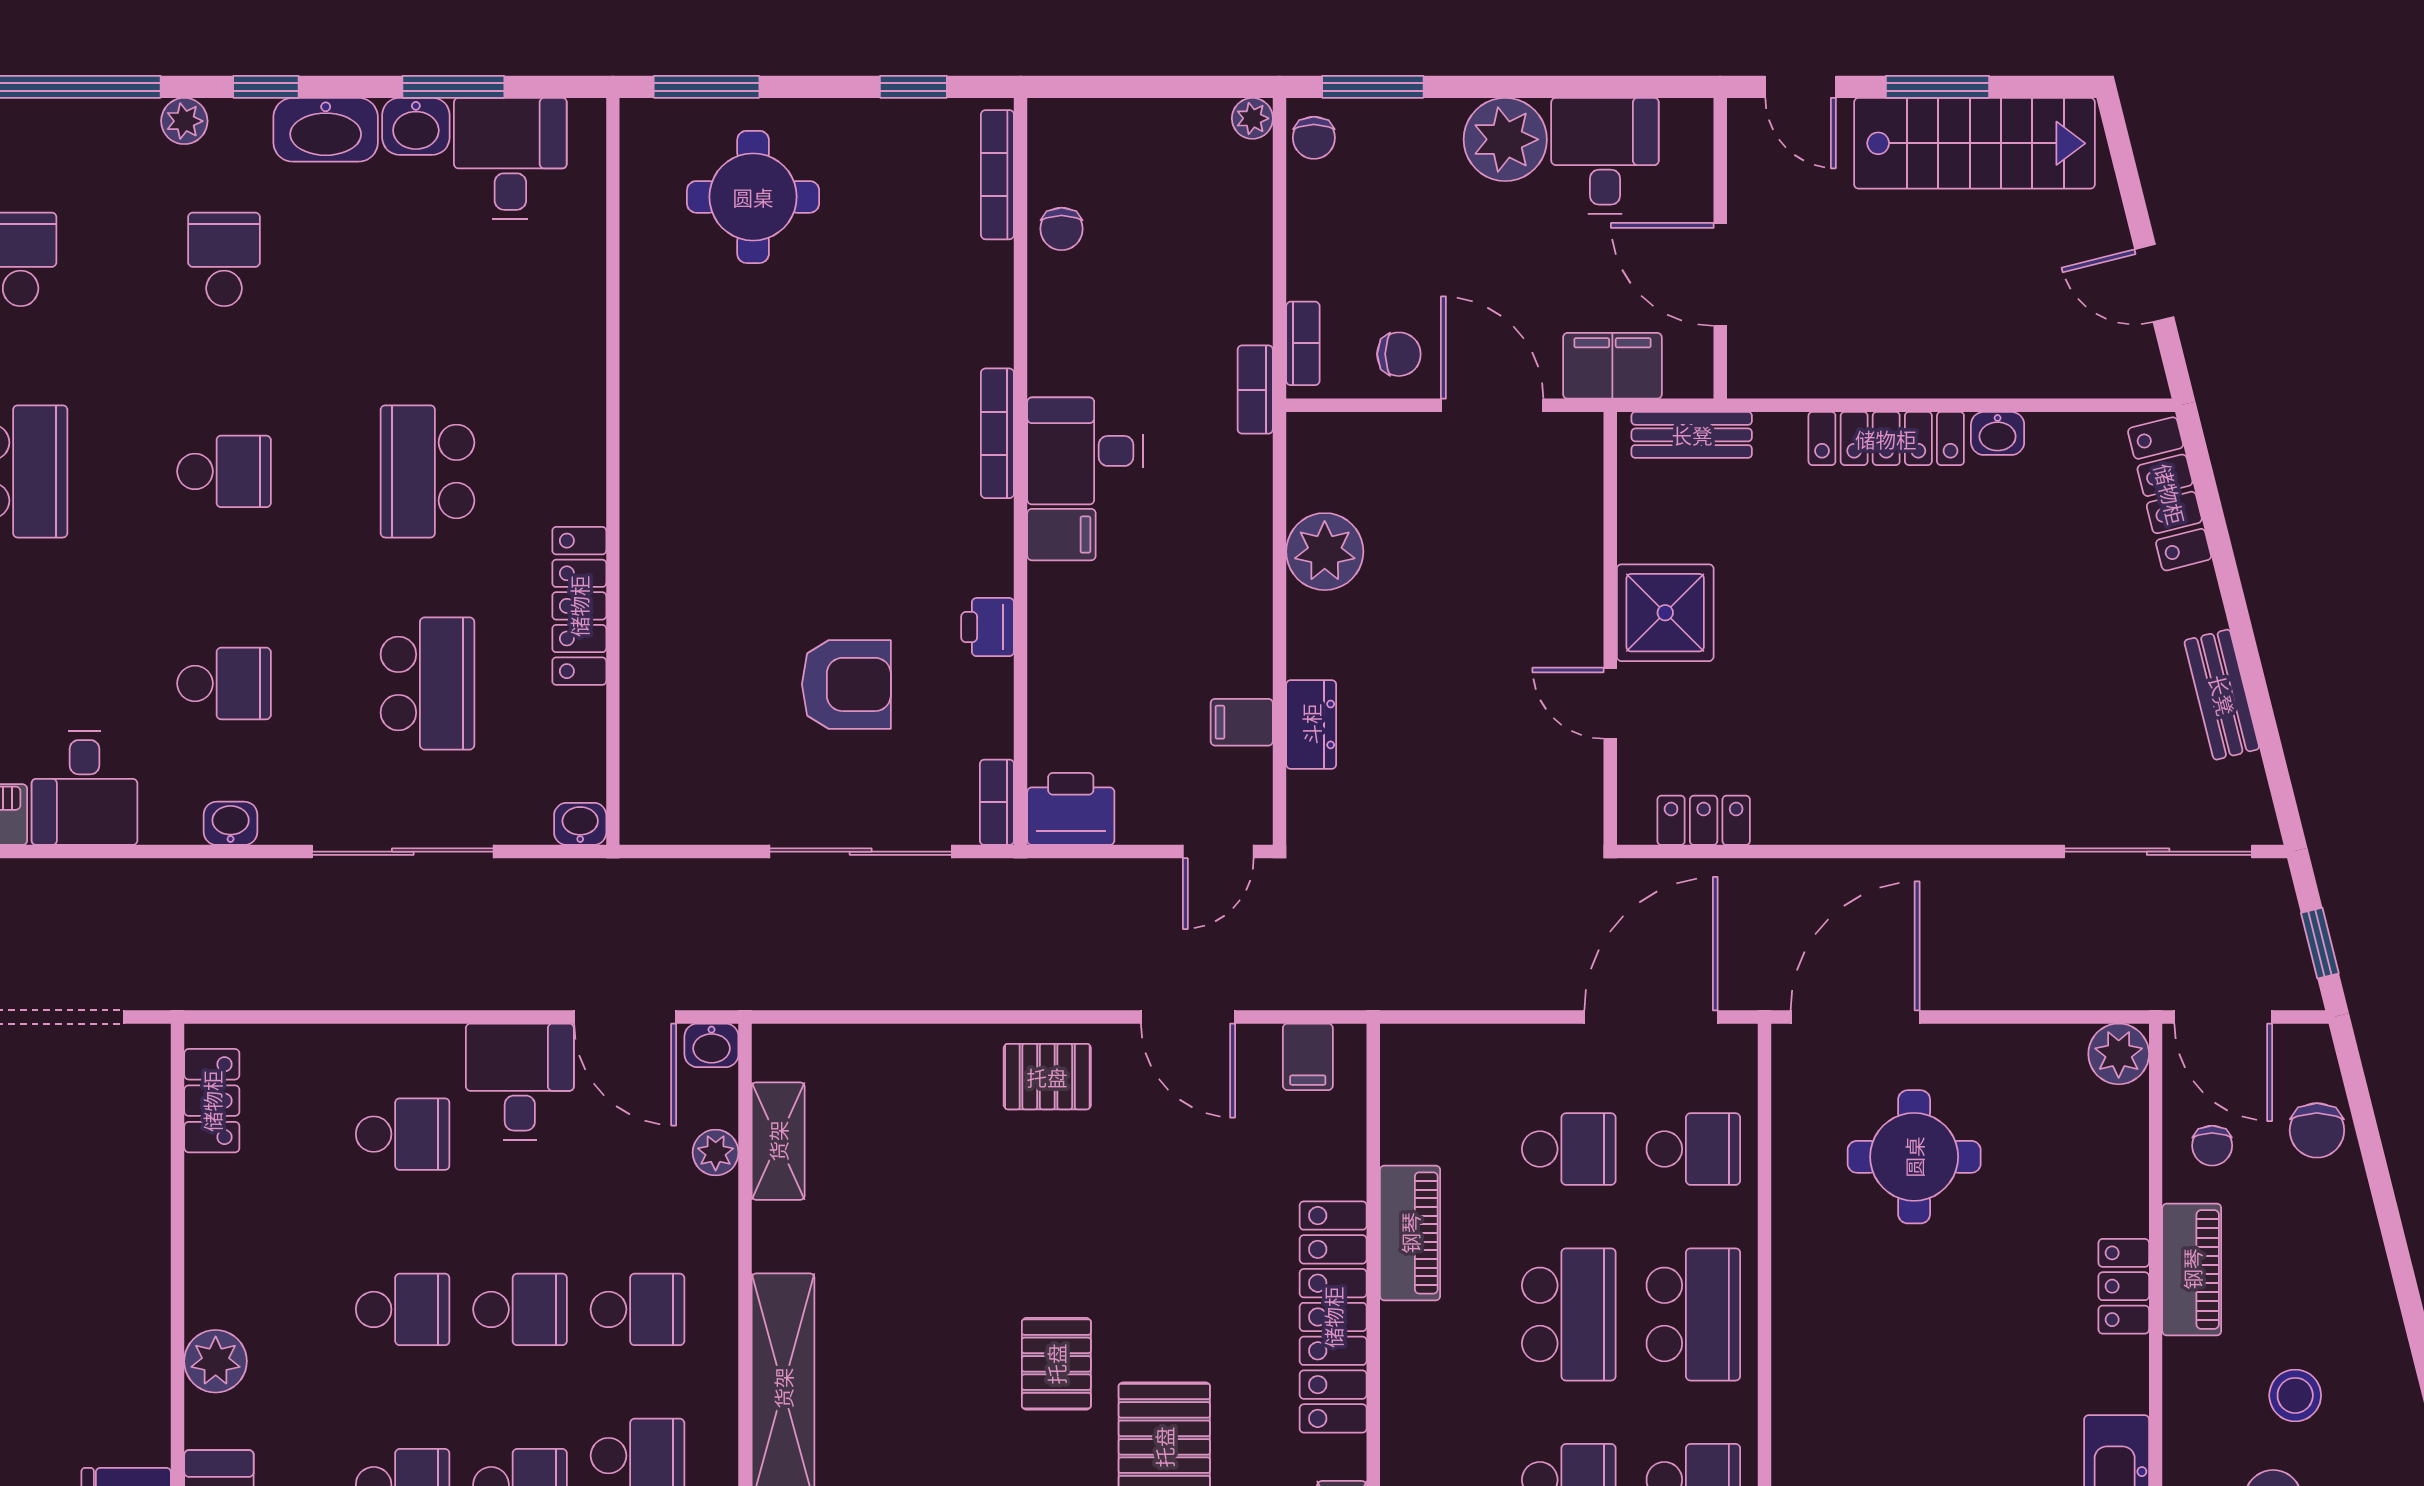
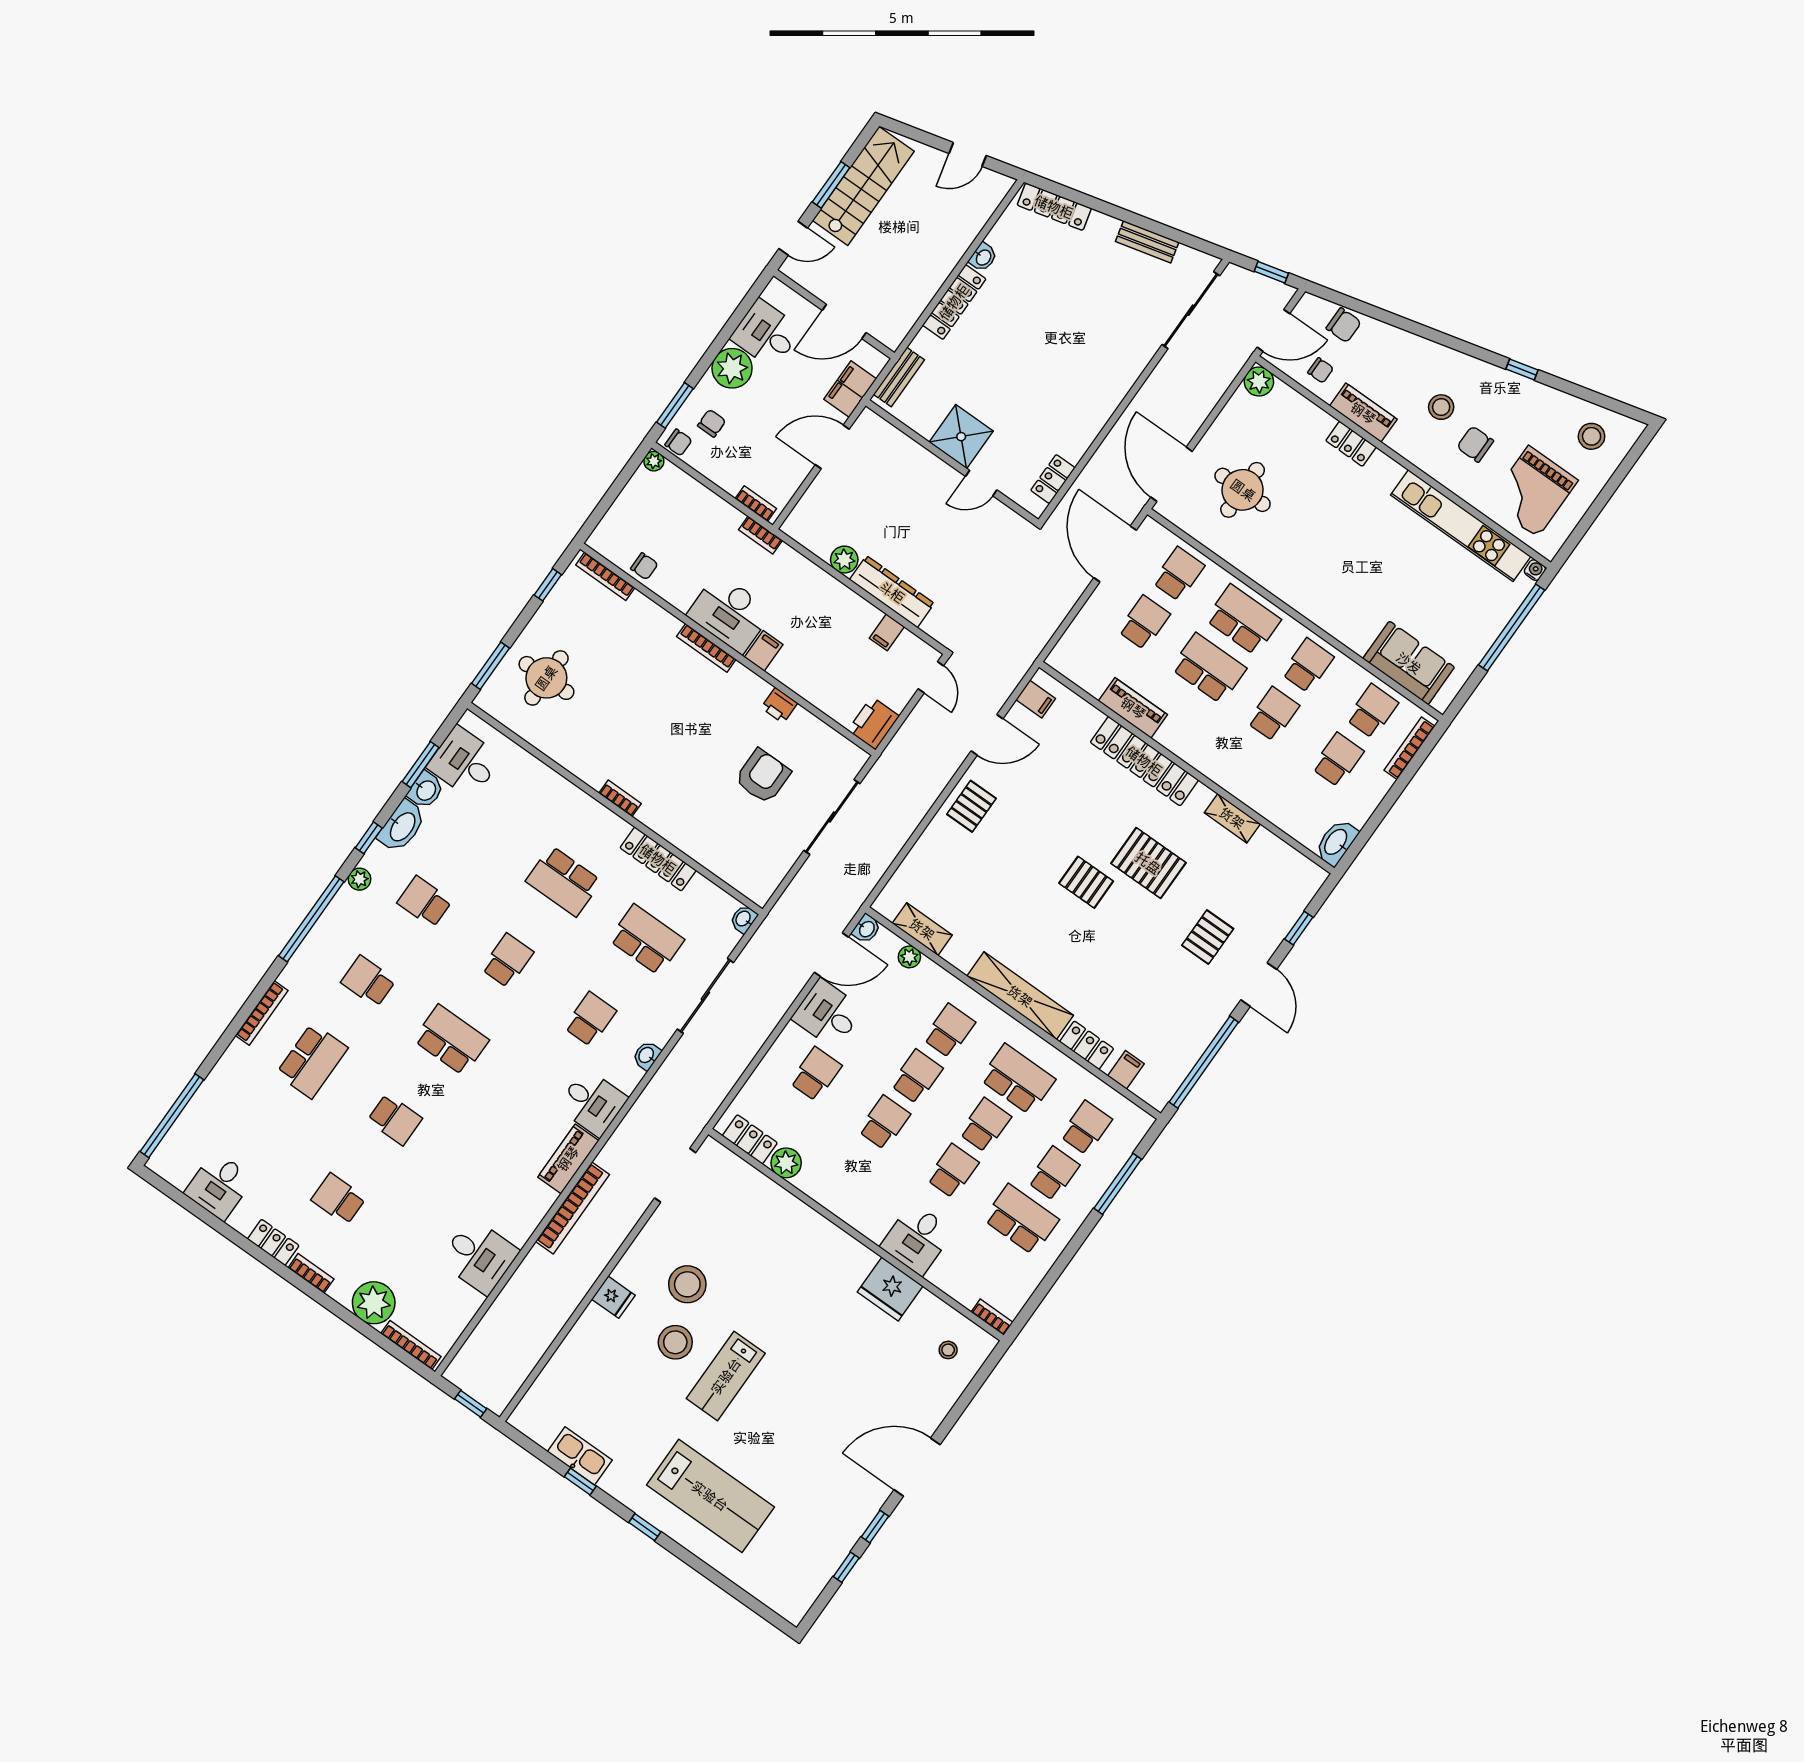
chair: (1399, 354) -> (712, 423), moved
desk: (1085, 451) -> (730, 613), width x1.37
plant: (1325, 552) -> (844, 560), width x0.73, depth x0.73
dresser: (1311, 724) -> (892, 592), width x1.96, depth x1.24
bookcase: (997, 802) -> (620, 798), moved, turned 180
plant: (216, 1361) -> (786, 1163), moved

